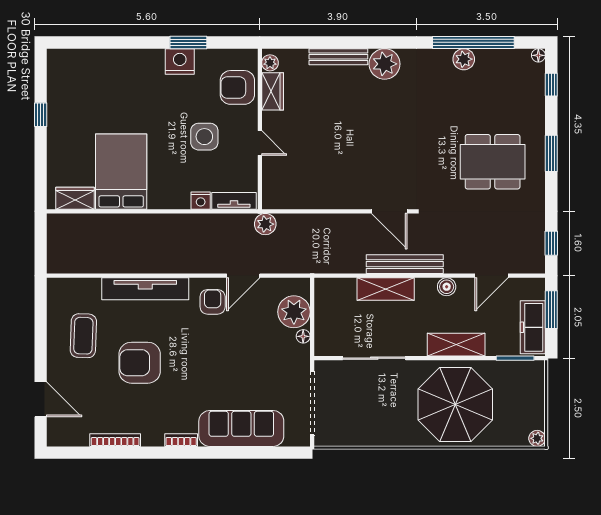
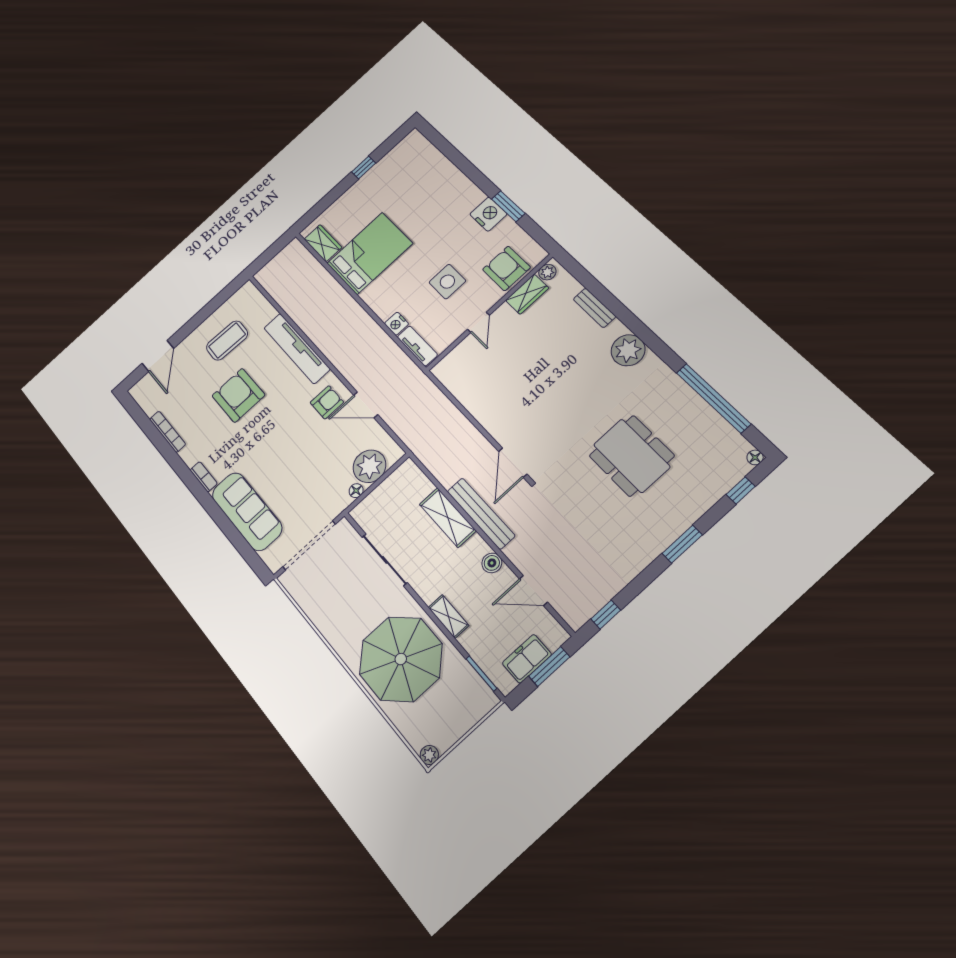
bench: (338, 57) -> (595, 308), width x0.73
plant: (464, 59) -> (692, 404), removed
dining table: (493, 162) -> (632, 456), moved
plant: (265, 224) -> (419, 384), removed
freezer: (533, 327) -> (527, 659), width x0.71
shelving: (456, 345) -> (449, 616), width x0.67, depth x0.75

